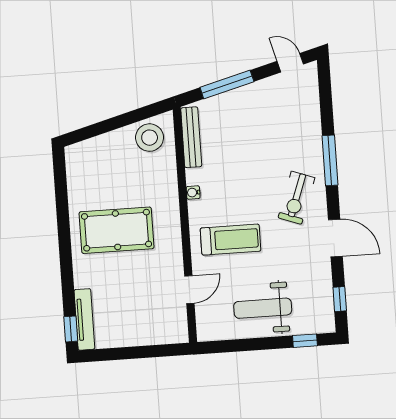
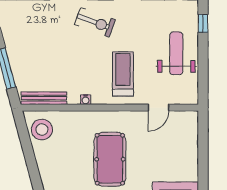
door: (189, 290) -> (158, 108), swing flipped
weight bench: (263, 308) -> (176, 53), turned 180

